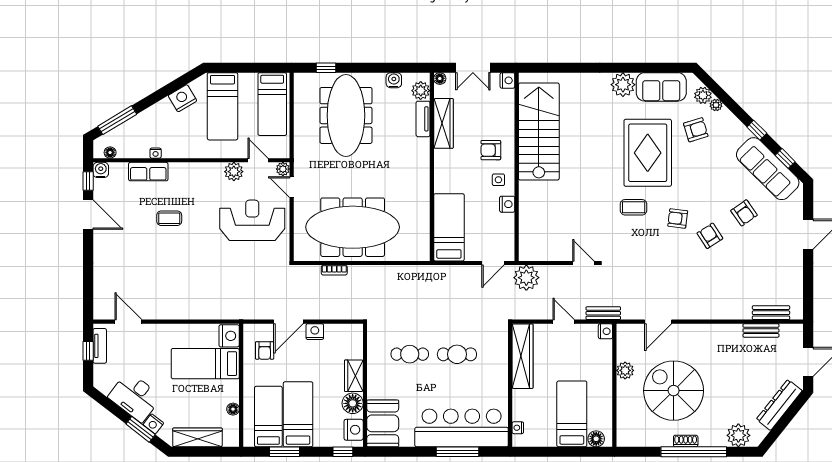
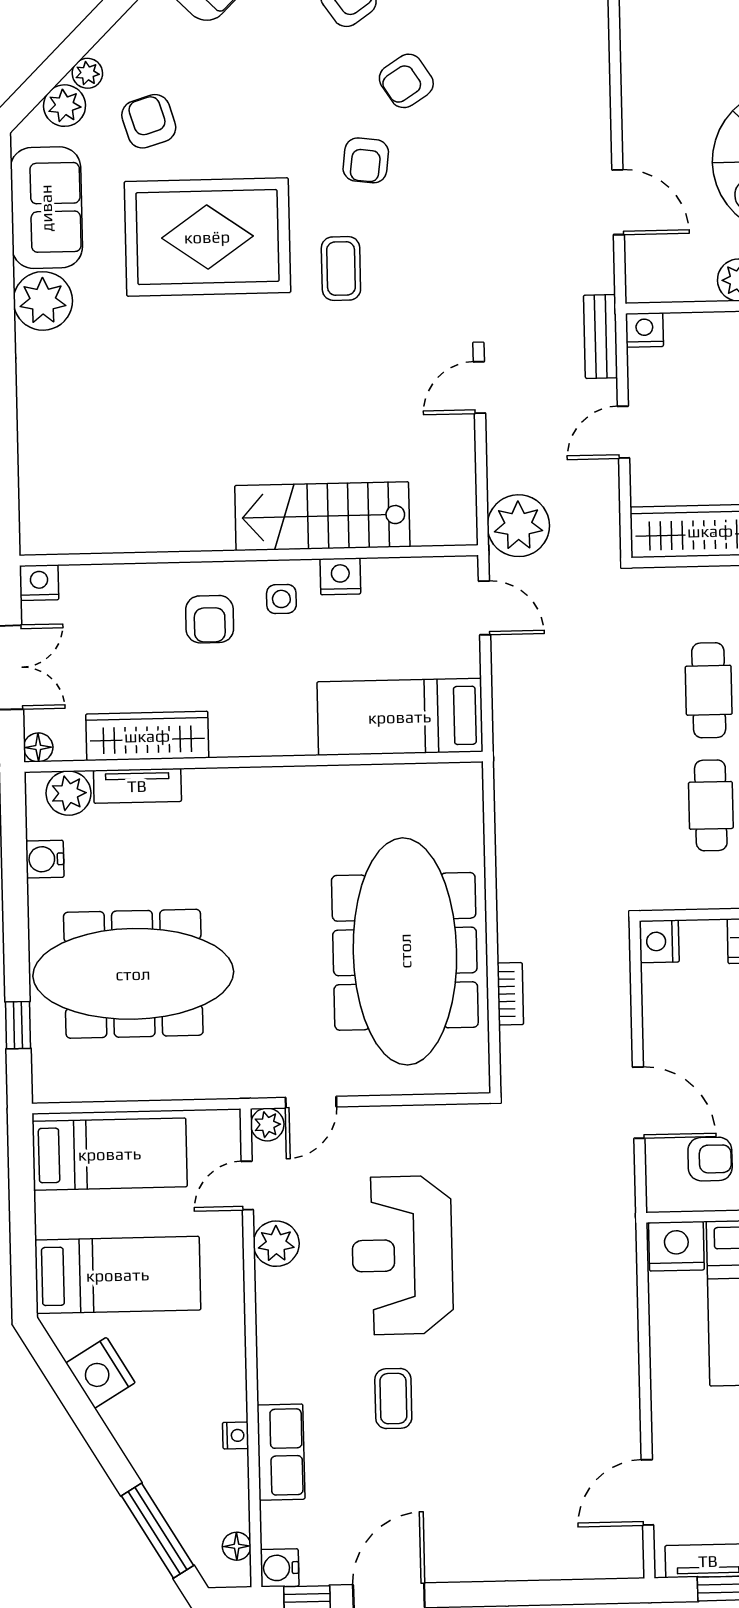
stairs: (539, 132) -> (322, 516), moved, width x0.73, depth x0.66
reception desk: (252, 220) -> (402, 1255), moved
nightstand: (315, 332) -> (659, 941), moved

